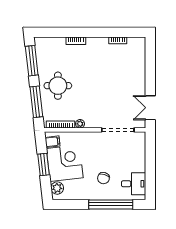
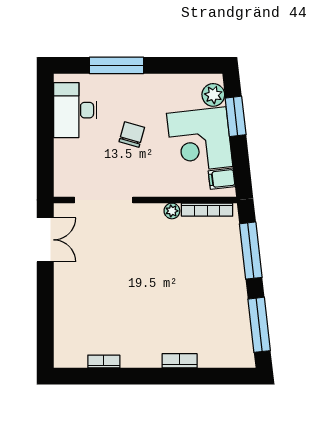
round table: (58, 86) -> (212, 280), removed
window: (43, 165) -> (236, 116), moved
chair: (103, 178) -> (132, 135), moved
desk: (134, 184) -> (75, 110), width x1.37
window: (111, 204) -> (116, 65), width x0.68

